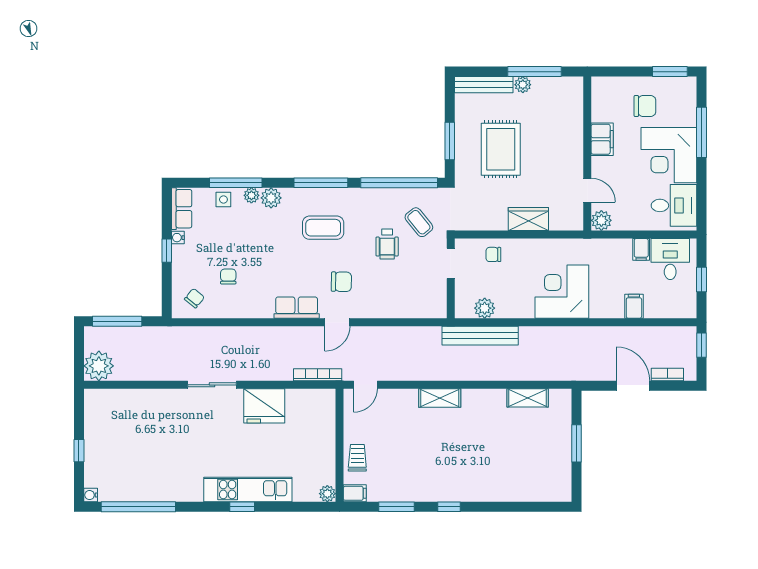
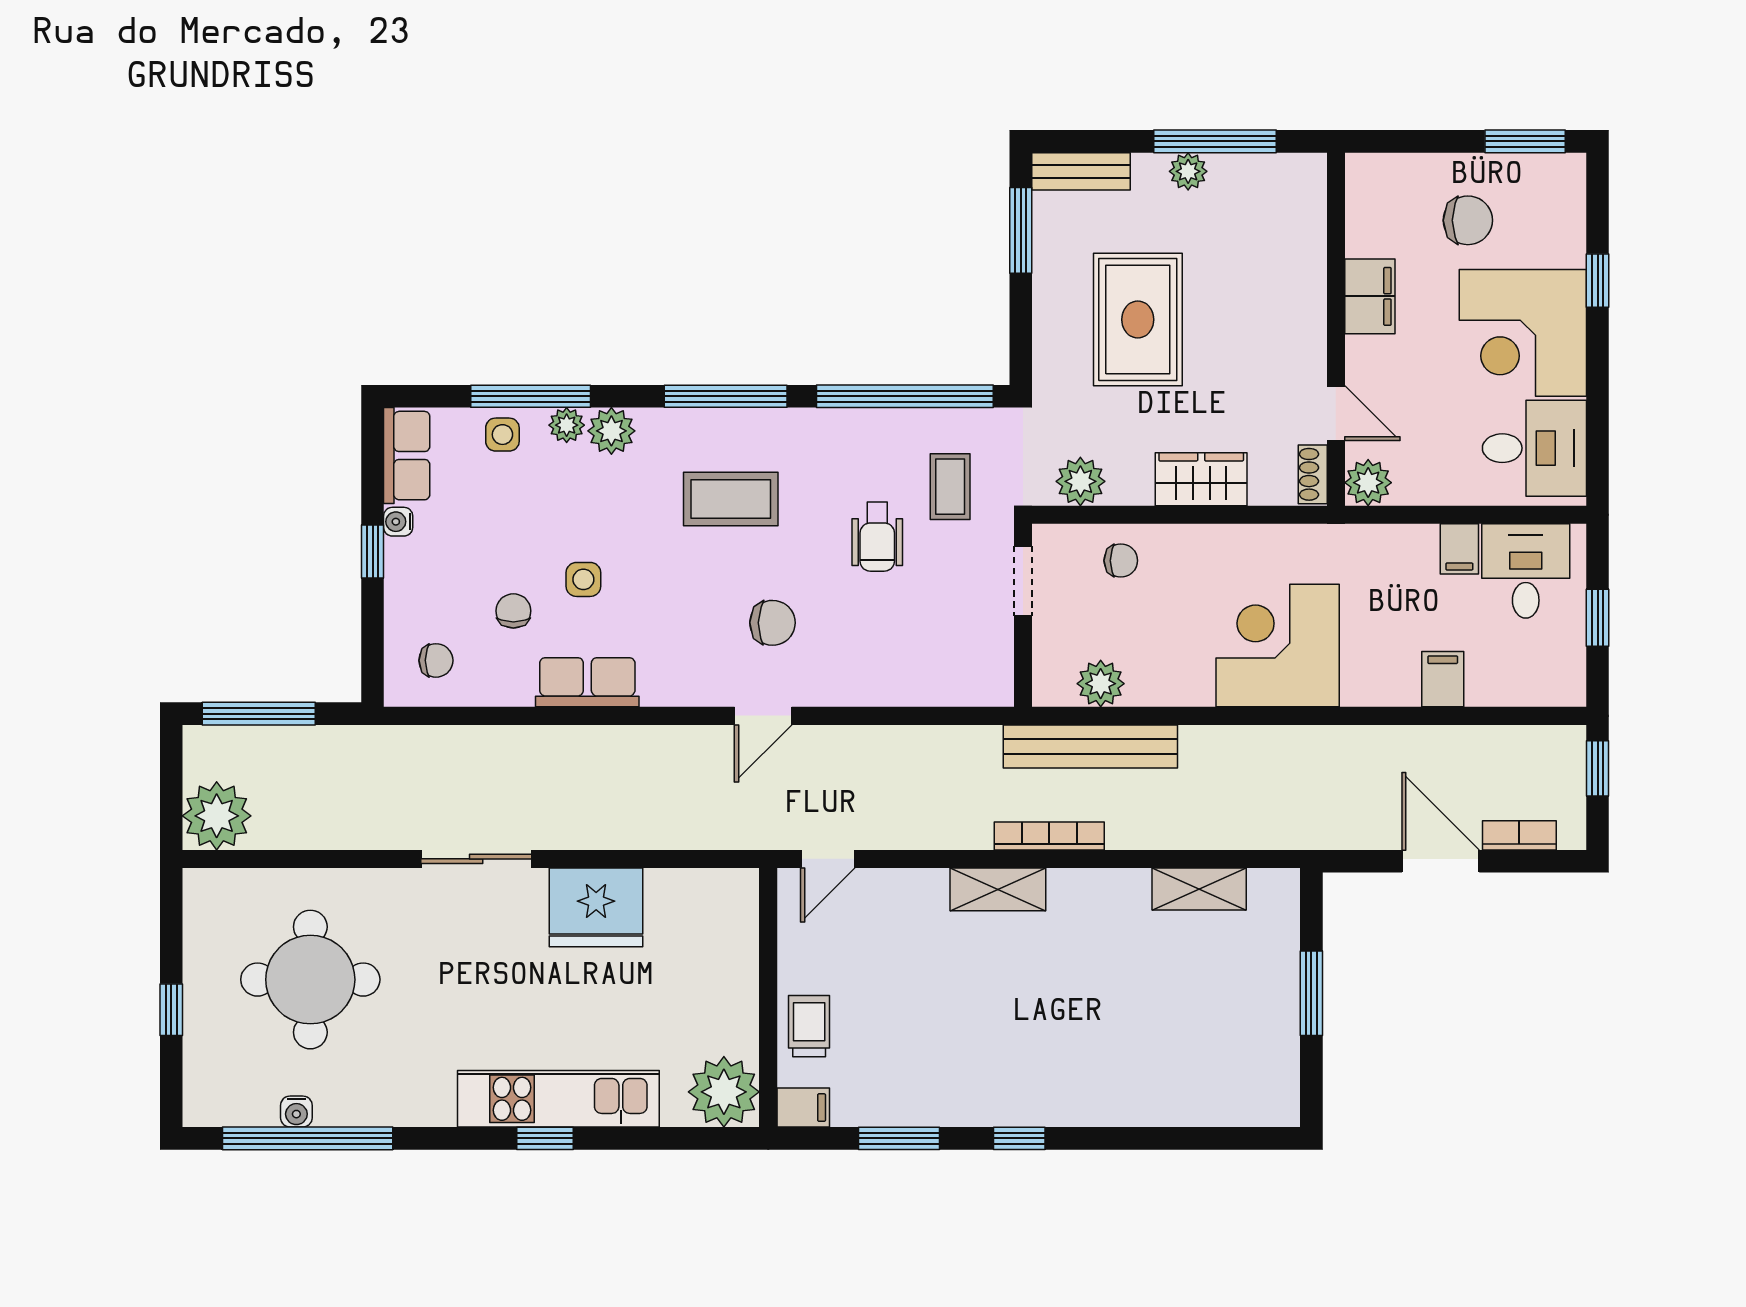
bench: (484, 85) -> (1081, 171), width x0.73
window: (701, 132) -> (1598, 281), width x0.46
window: (450, 141) -> (1021, 230), moved
shoe rack: (577, 217) -> (1313, 474), added
plant: (476, 220) -> (1080, 481), added
coffee table: (419, 222) -> (950, 487), turned 39
chair: (493, 254) -> (1121, 561), turned 180
side table: (259, 263) -> (583, 579), added
chair: (194, 298) -> (436, 660), turned 51
row of seats: (297, 308) -> (587, 682), moved
bookcase: (318, 375) -> (1049, 836), moved
round table: (140, 437) -> (310, 980), added
plant: (327, 494) -> (724, 1092), width x1.87, depth x1.87
water cooler: (91, 495) -> (296, 1112), moved, turned -90

